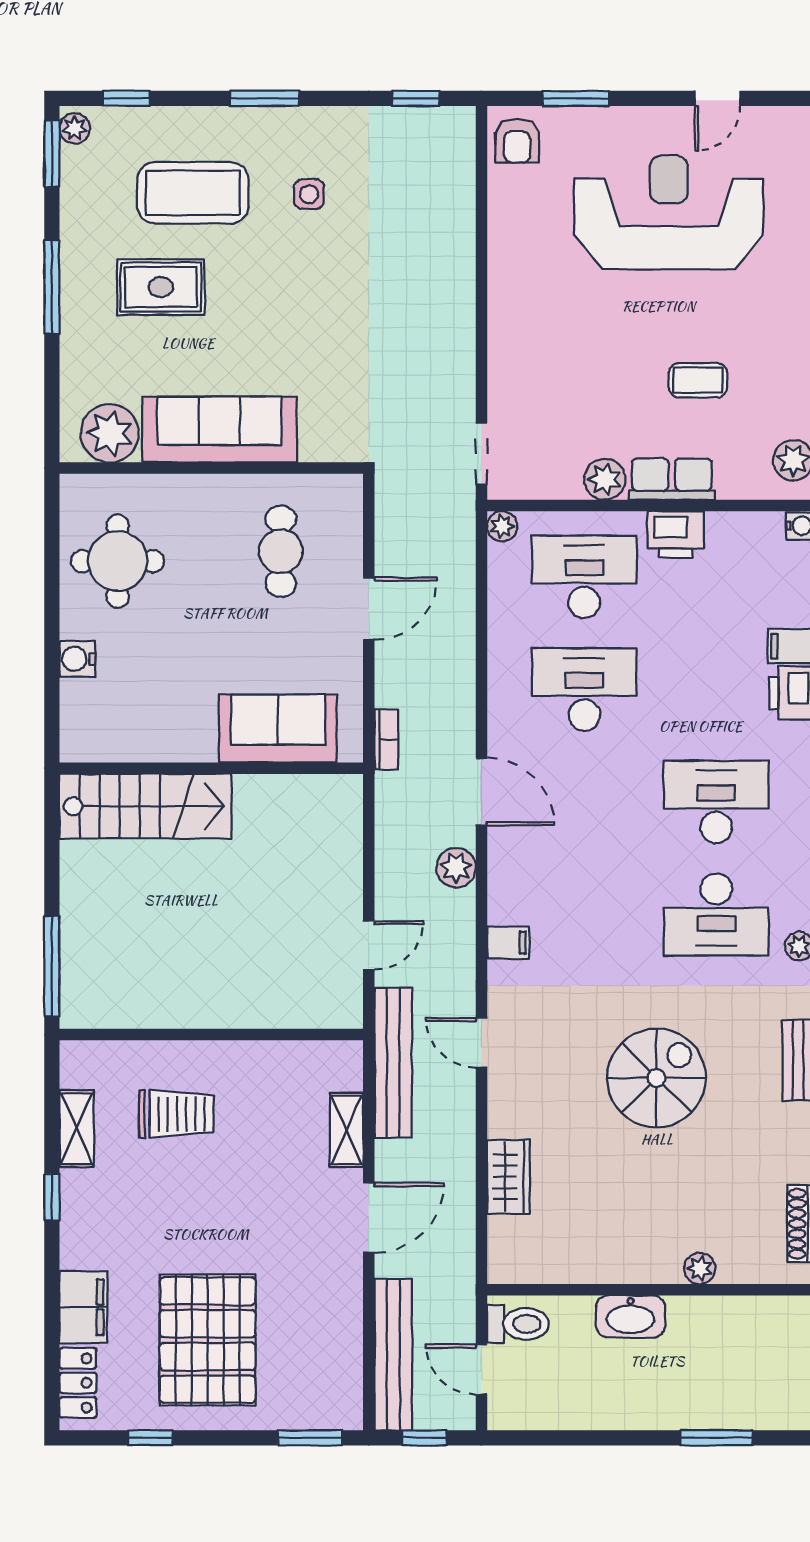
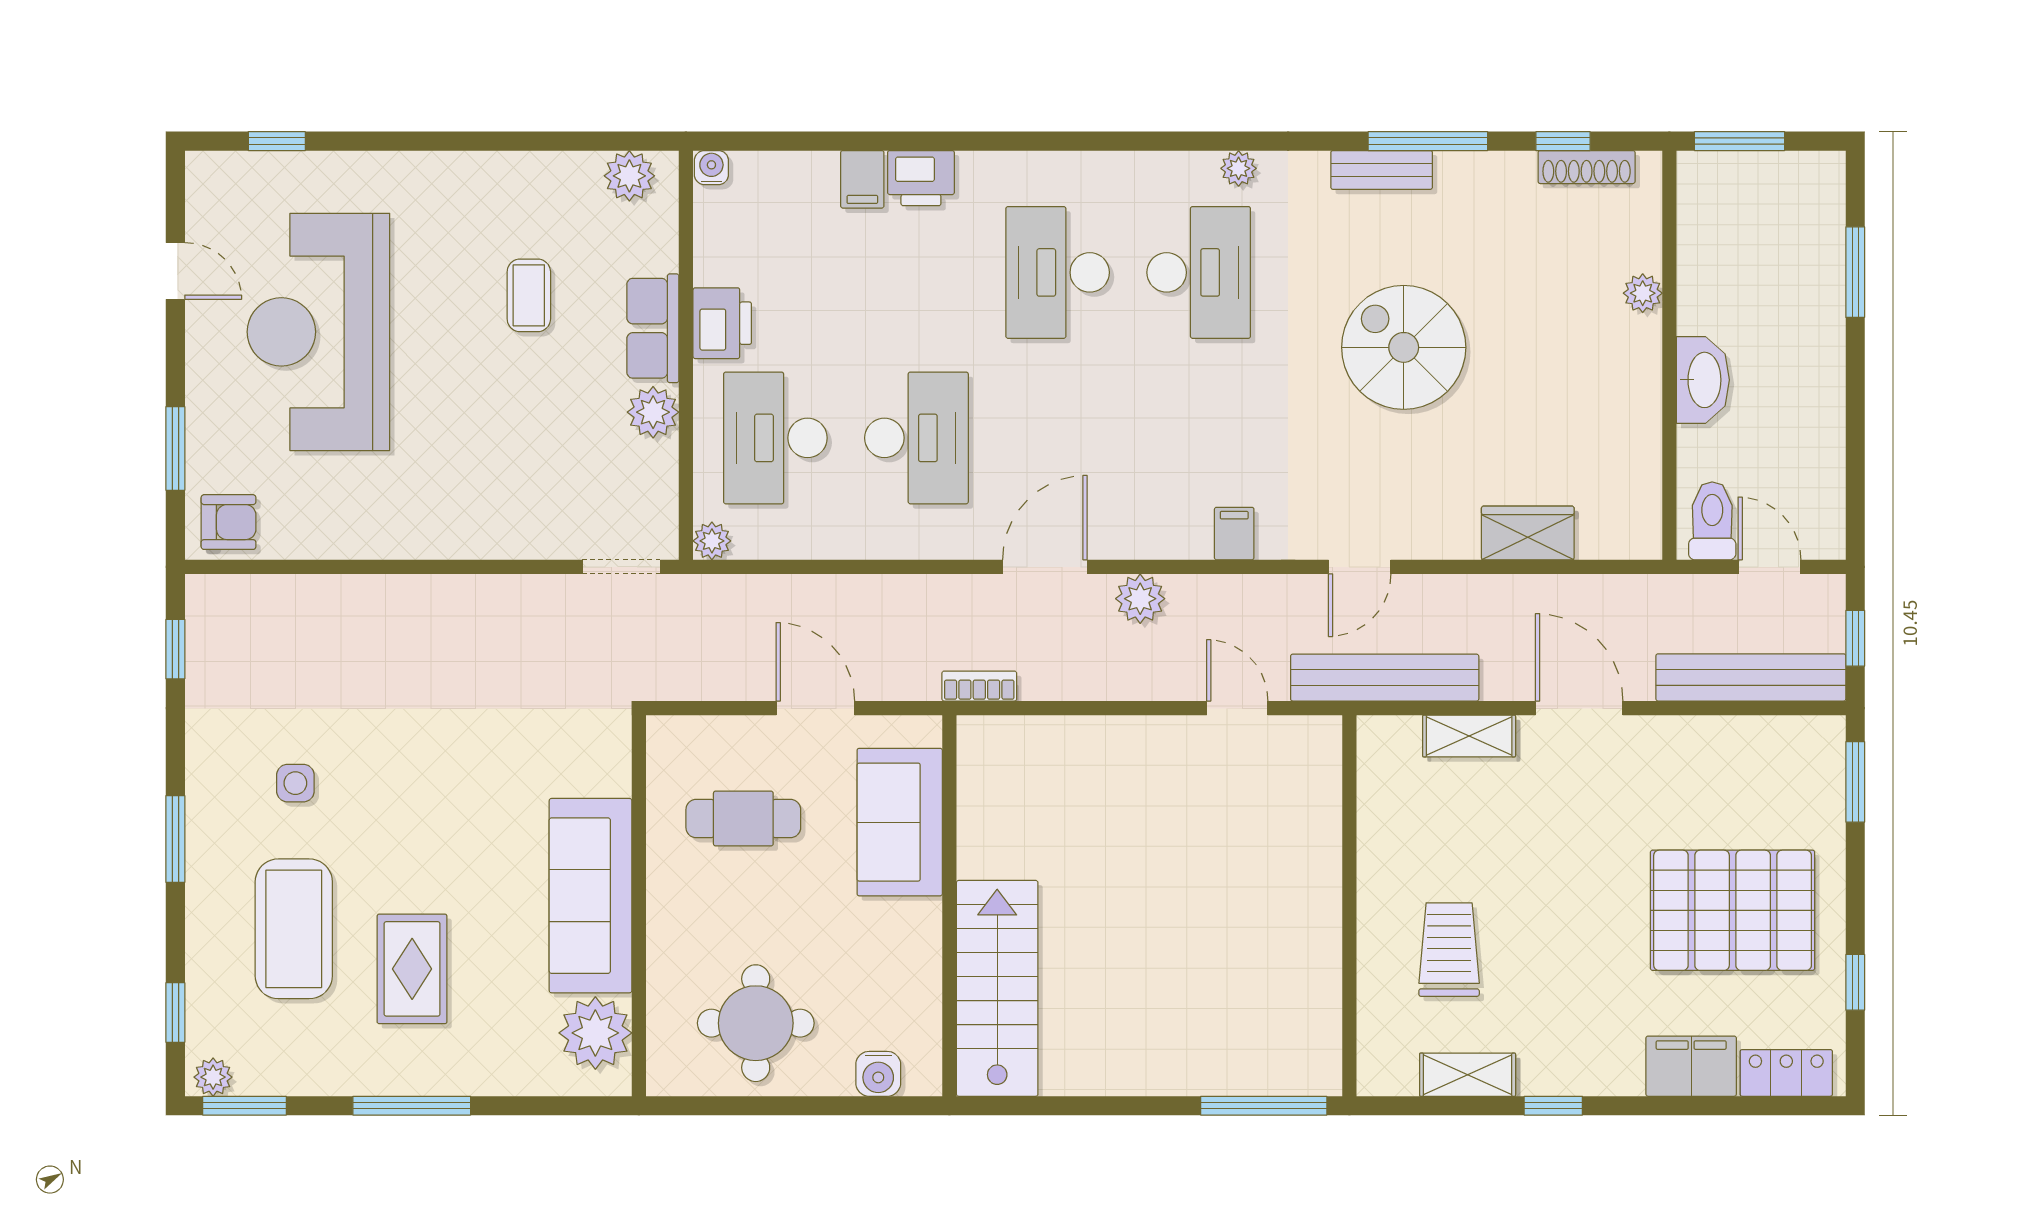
desk: (584, 689) -> (916, 438), turned 180
sofa: (278, 729) -> (900, 822), moved
wall: (211, 768) -> (949, 906), moved
stairs: (145, 806) -> (997, 988), moved
door: (481, 1370) -> (1770, 567), swing flipped

